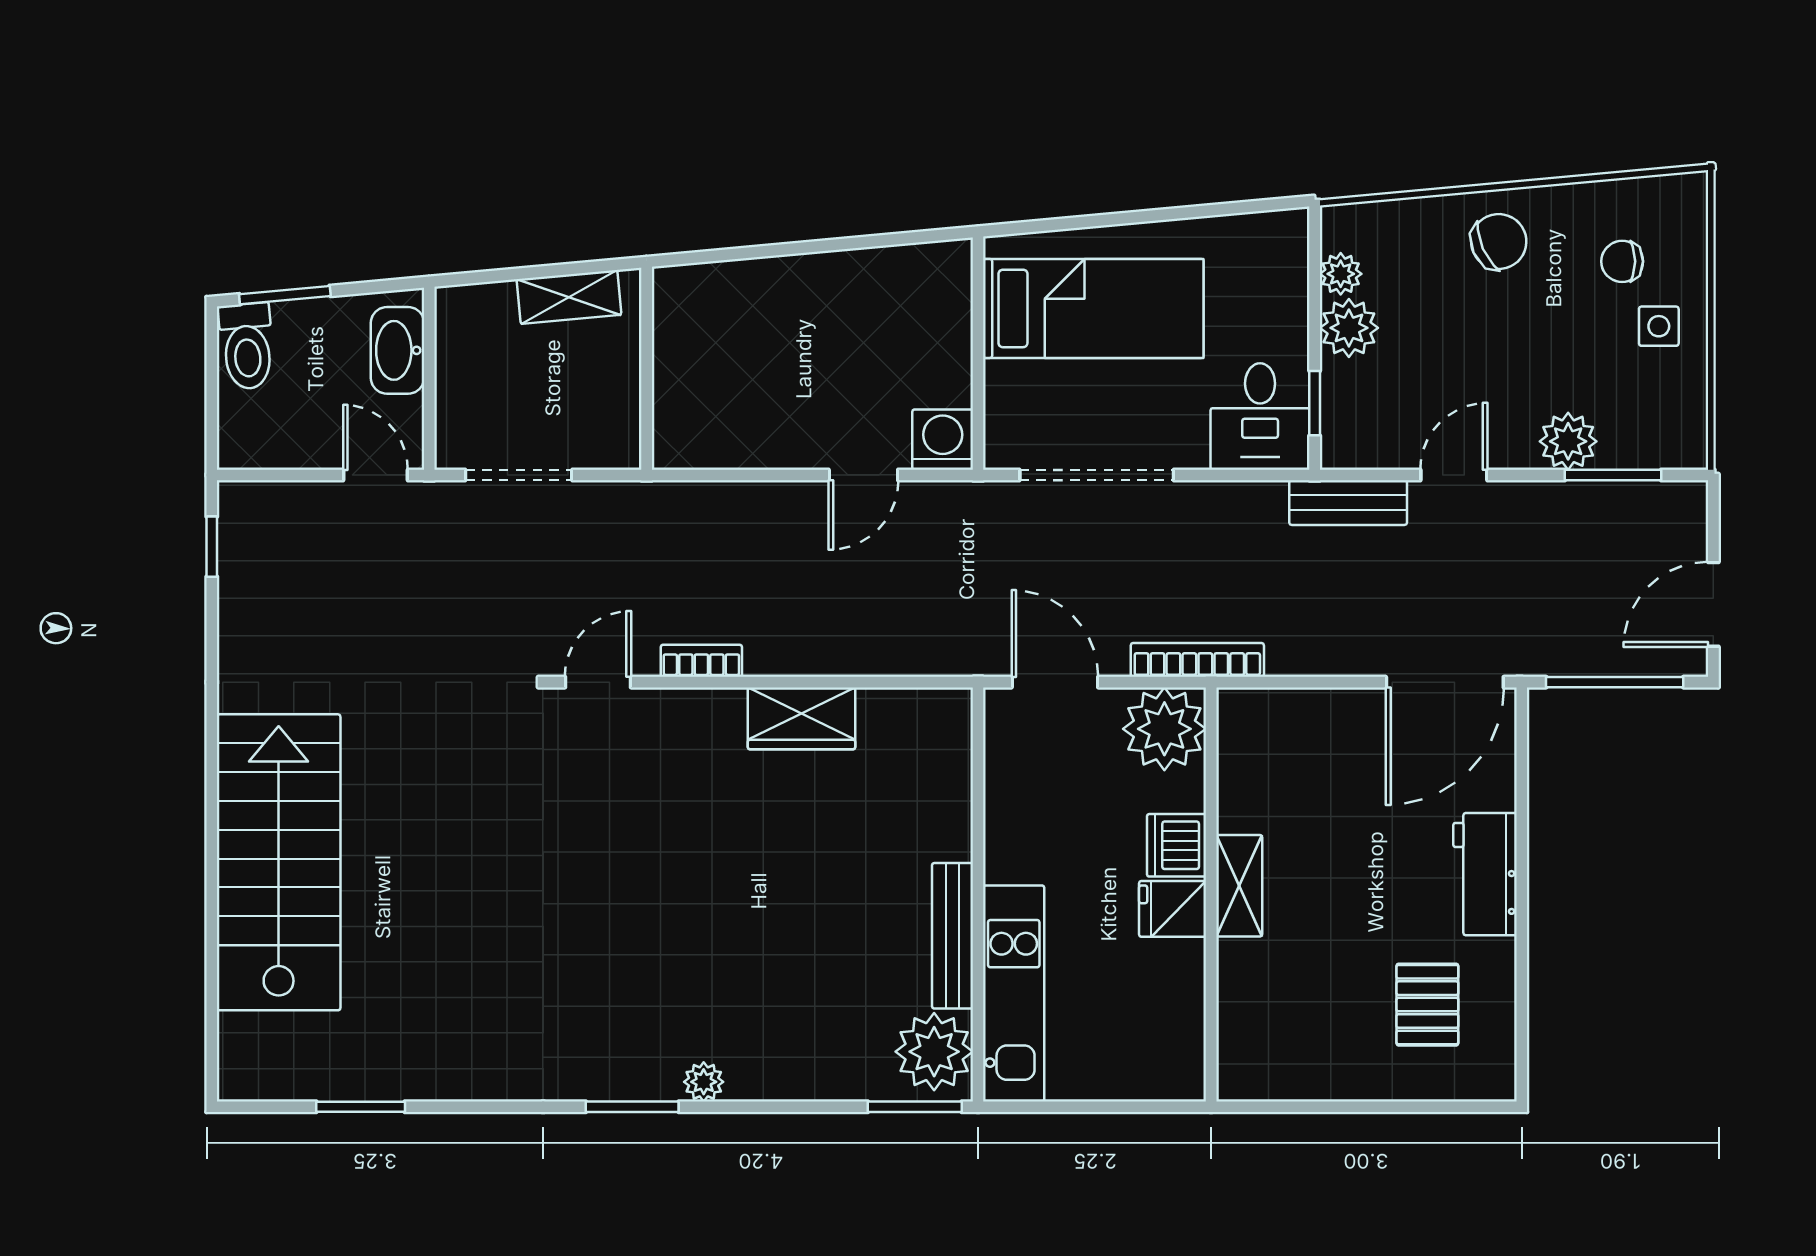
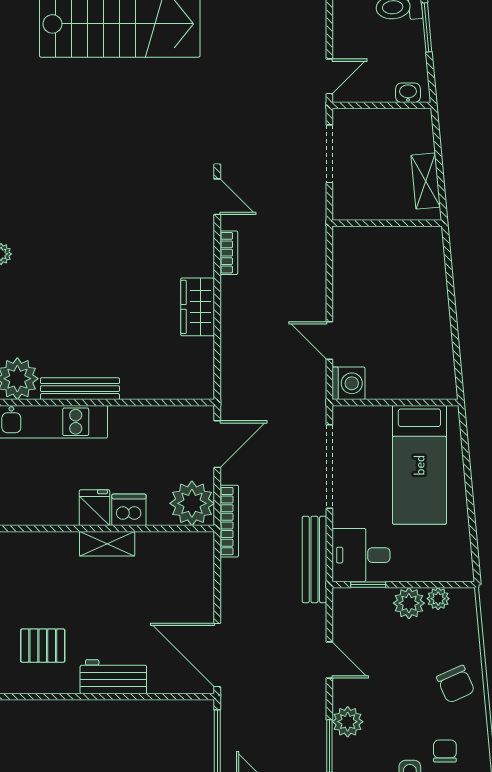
washbasin: (397, 350) -> (408, 93), width x0.52, depth x0.69
bench: (1348, 503) -> (314, 559), moved, width x1.36

